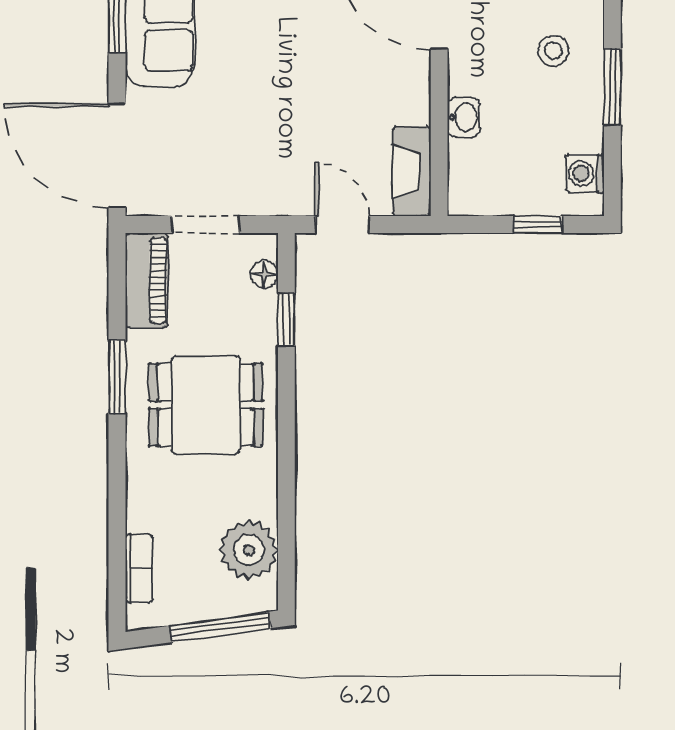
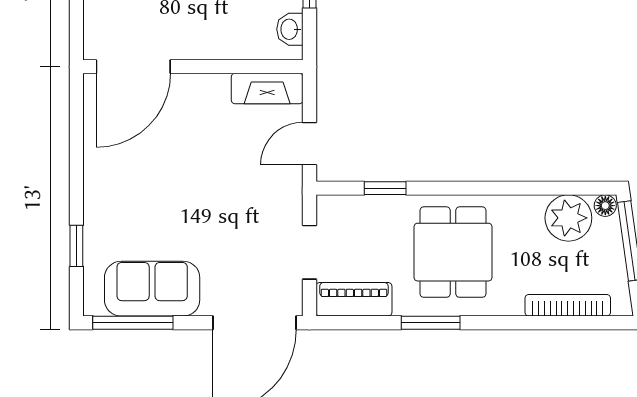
washbasin: (464, 117) -> (290, 29), moved, turned -90
floor lamp: (264, 274) -> (605, 206), moved
bookcase: (139, 568) -> (568, 305), width x1.56

